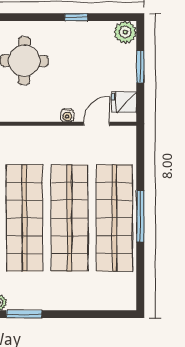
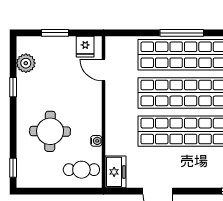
plant: (125, 32) -> (26, 63), moved
water cooler: (67, 115) -> (96, 141), moved

